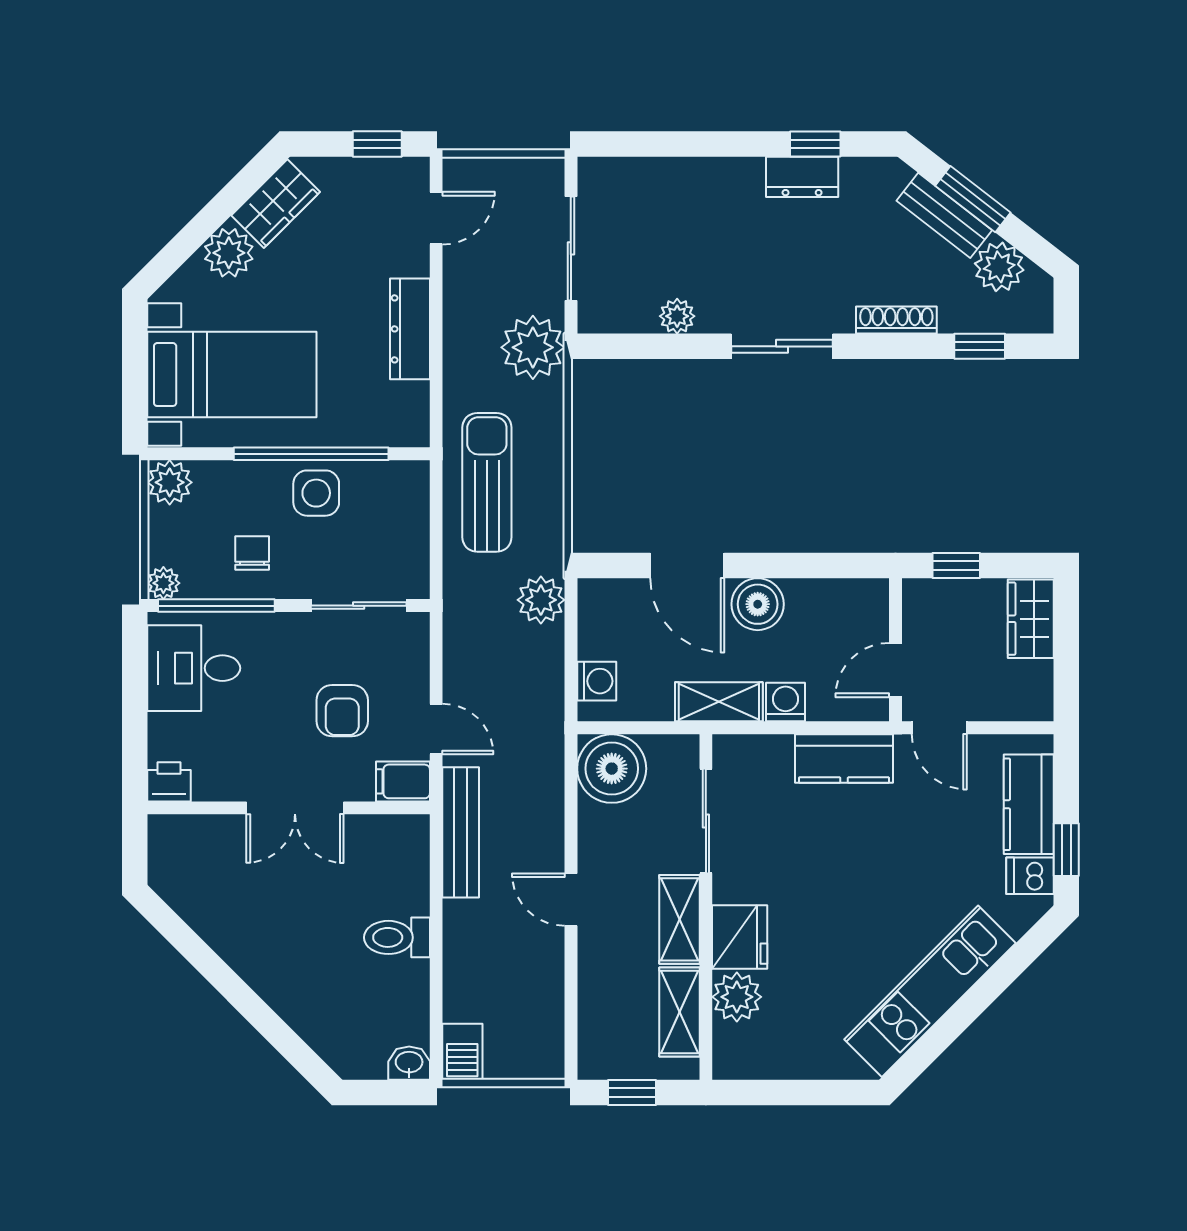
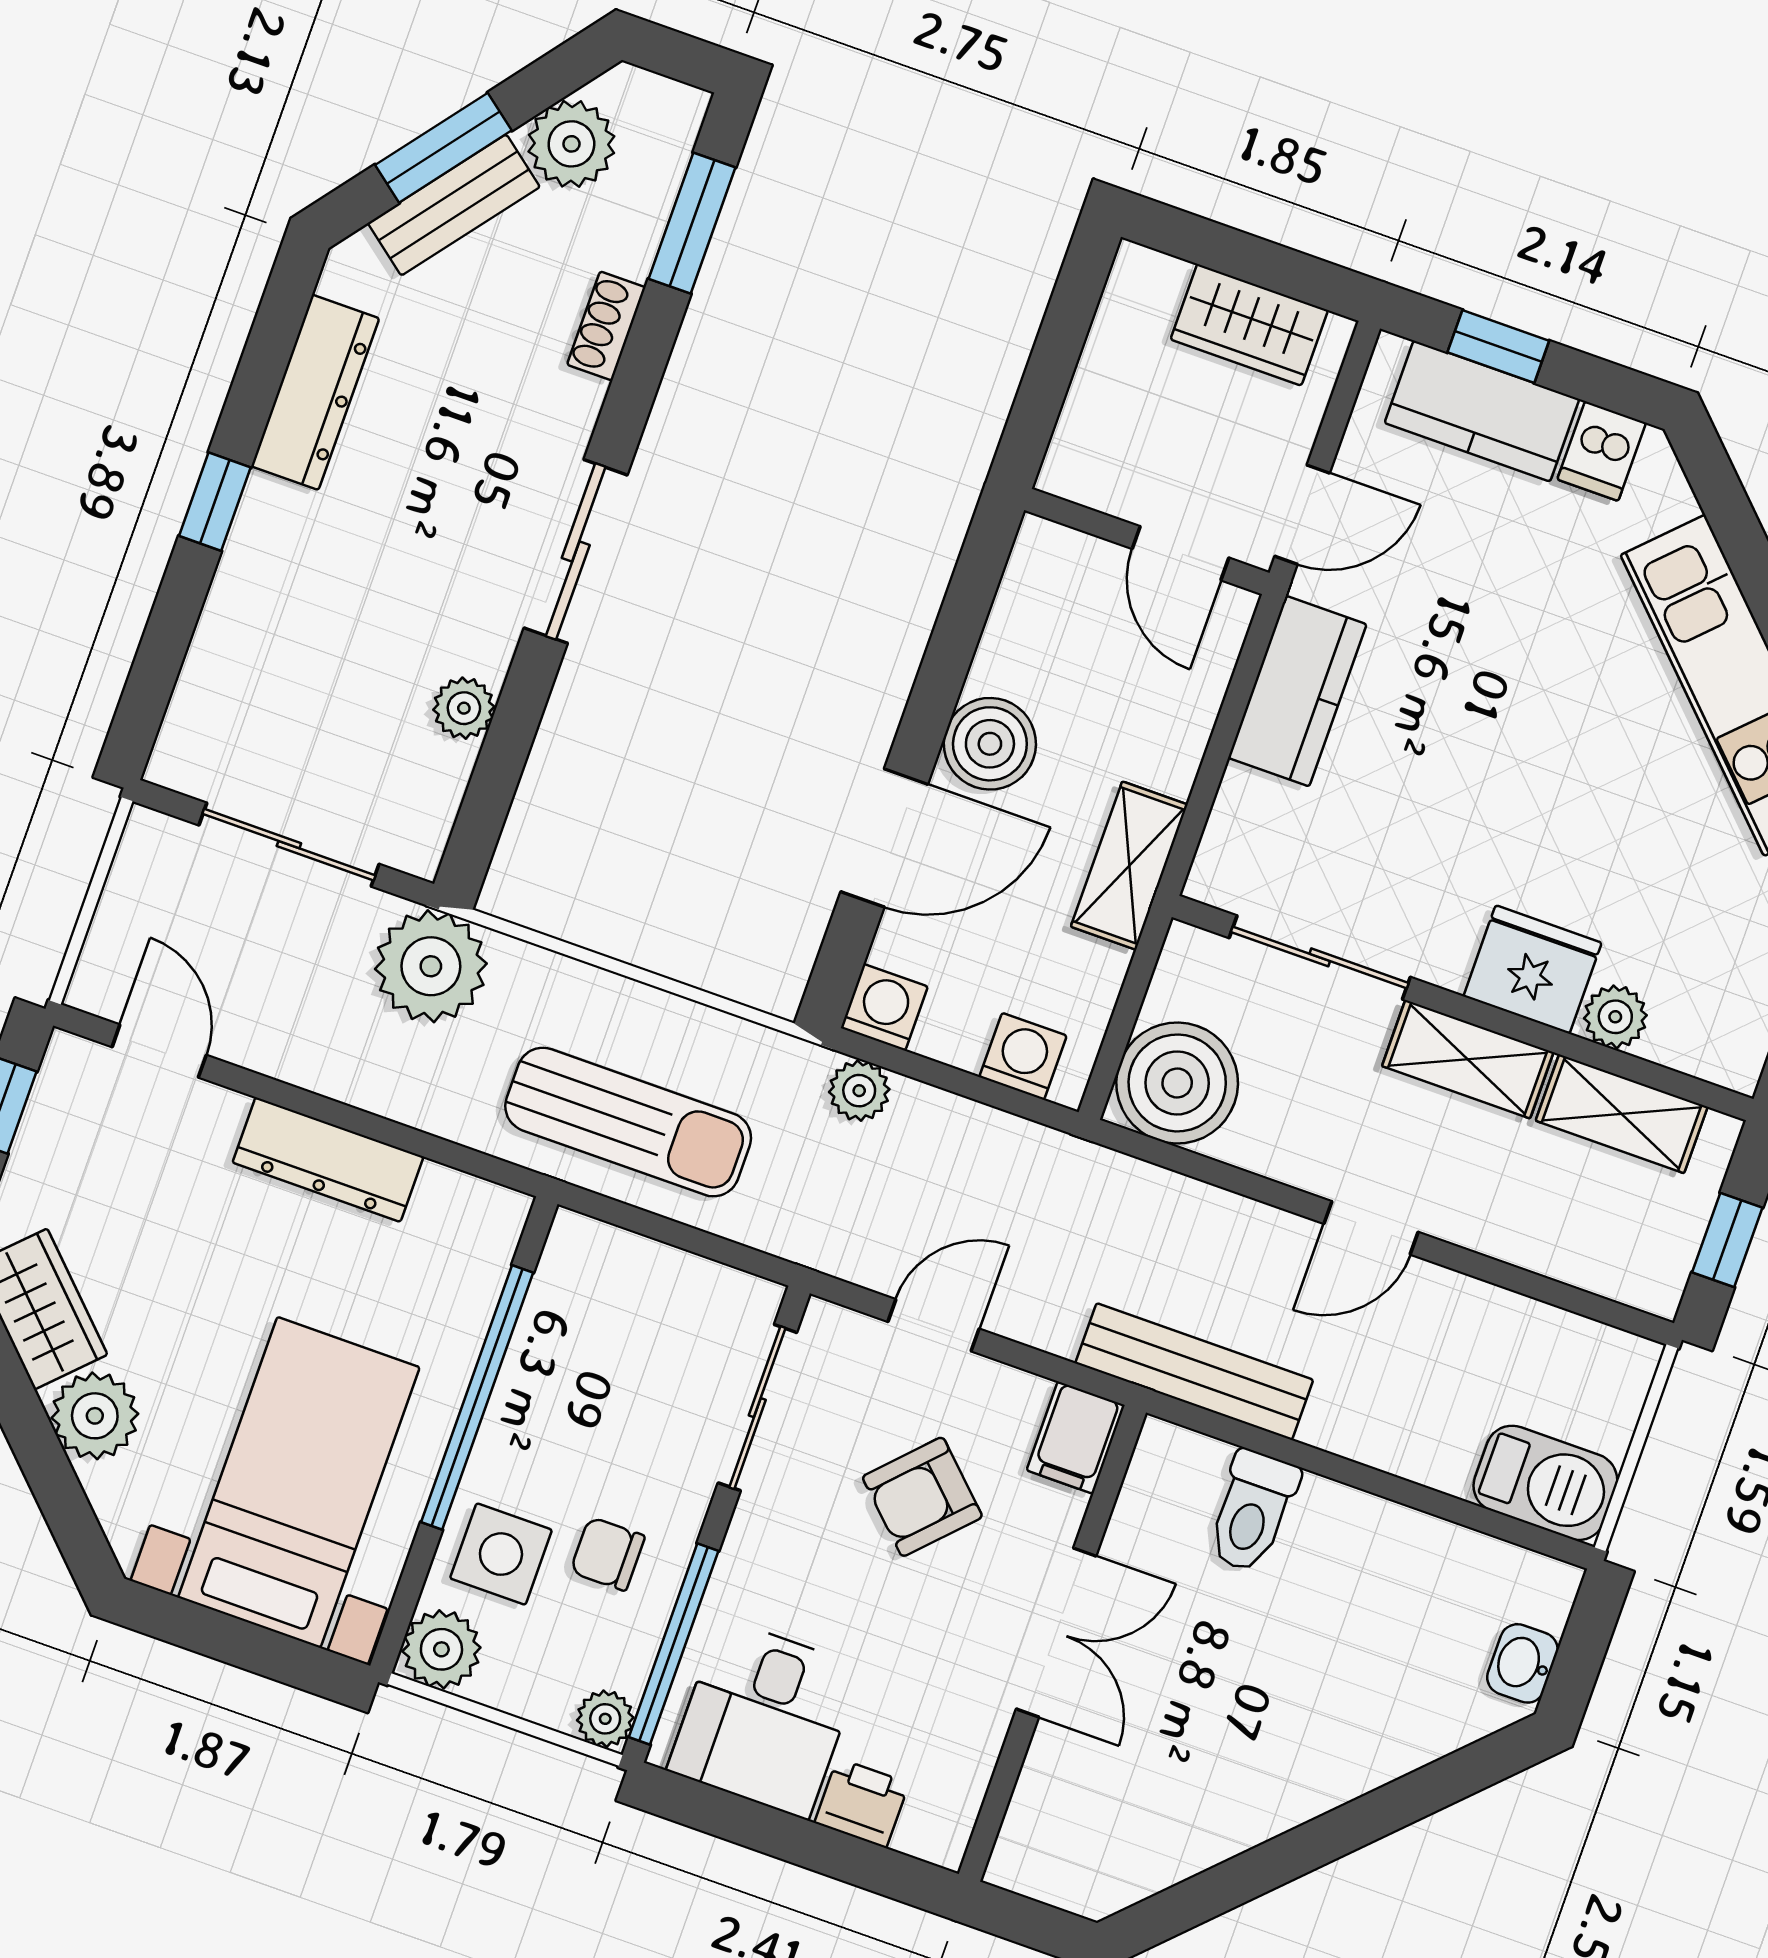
window: (815, 144) -> (215, 502), moved
dresser: (802, 177) -> (315, 392), width x1.44
shoe rack: (896, 320) -> (606, 326), width x0.70
window: (980, 346) -> (692, 223), width x1.50
sun lounger: (487, 482) -> (628, 1122), turned 180
side table: (316, 493) -> (501, 1554), moved
window: (956, 565) -> (1042, 391), removed
plant: (541, 600) -> (859, 1091), width x0.73, depth x0.73
wardrobe: (1031, 619) -> (1249, 325), moved
washing machine: (785, 702) -> (884, 1007), moved, turned 90
armchair: (342, 711) -> (922, 1497), turned 134
door: (436, 729) -> (934, 1325), moved
printer: (169, 782) -> (862, 1803), moved, turned 90
window: (1066, 850) -> (1498, 347), moved
toilet: (397, 937) -> (1252, 1511), moved
plant: (737, 997) -> (1615, 1017), width x0.73, depth x0.73
barbecue: (462, 1052) -> (1545, 1483), width x1.38, depth x1.27
washbasin: (409, 1063) -> (1522, 1663), moved

